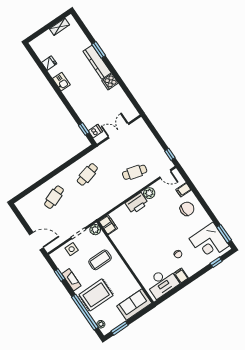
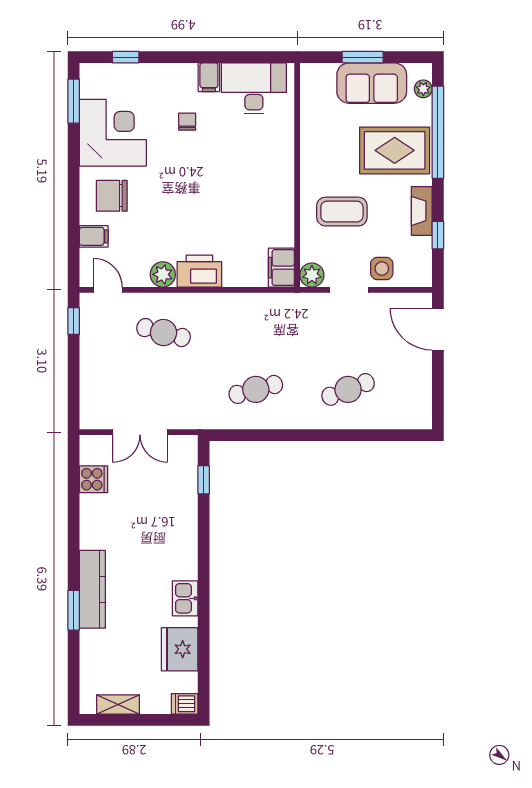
fridge: (49, 63) -> (180, 649), width x1.88, depth x1.34
cooker: (110, 82) -> (94, 479), moved
dishwasher: (95, 131) -> (185, 704), moved
corner desk: (209, 242) -> (113, 133), moved
sofa: (134, 304) -> (372, 83), moved
window: (120, 328) -> (363, 57), moved

